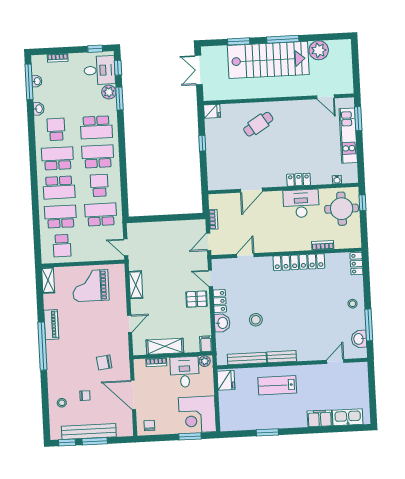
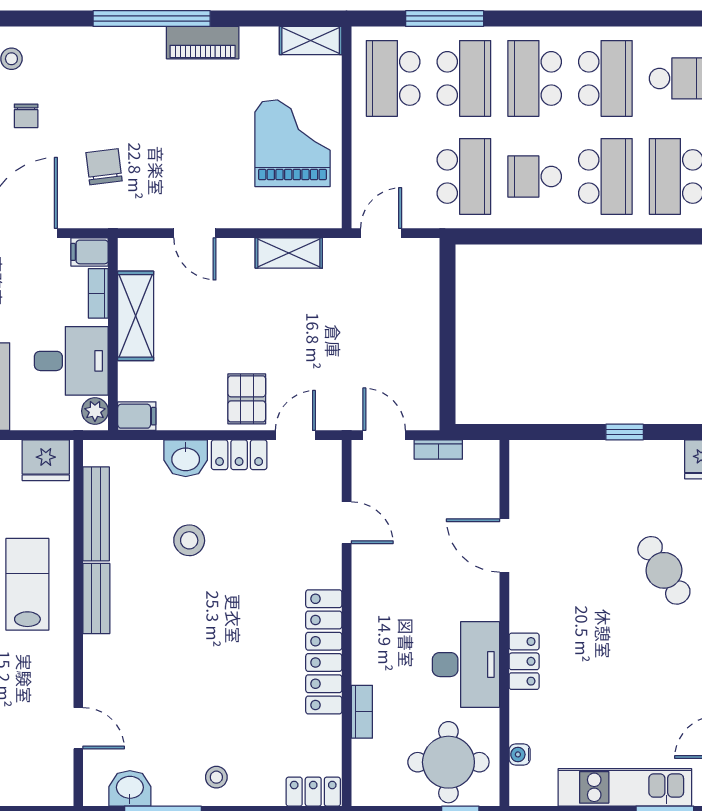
school desk: (99, 185) -> (535, 176), turned 180
window: (36, 226) -> (445, 19), added
school desk: (62, 246) -> (393, 78), width x1.85
filing cabinet: (140, 367) -> (90, 252), added

